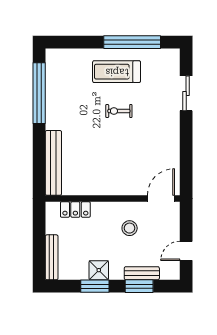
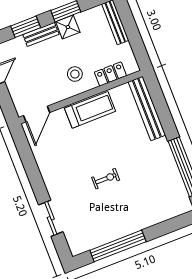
treadmill: (117, 72) -> (90, 110), moved
stool: (130, 228) -> (75, 74), moved
bench: (142, 273) -> (41, 34), moved

